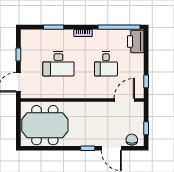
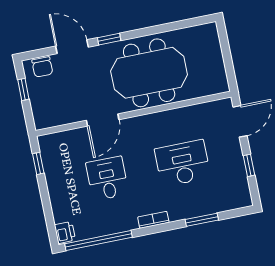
printer: (136, 42) -> (65, 232), width x0.53, depth x0.68
door: (124, 100) -> (103, 120), moved
meeting table: (45, 125) -> (149, 73), moved

